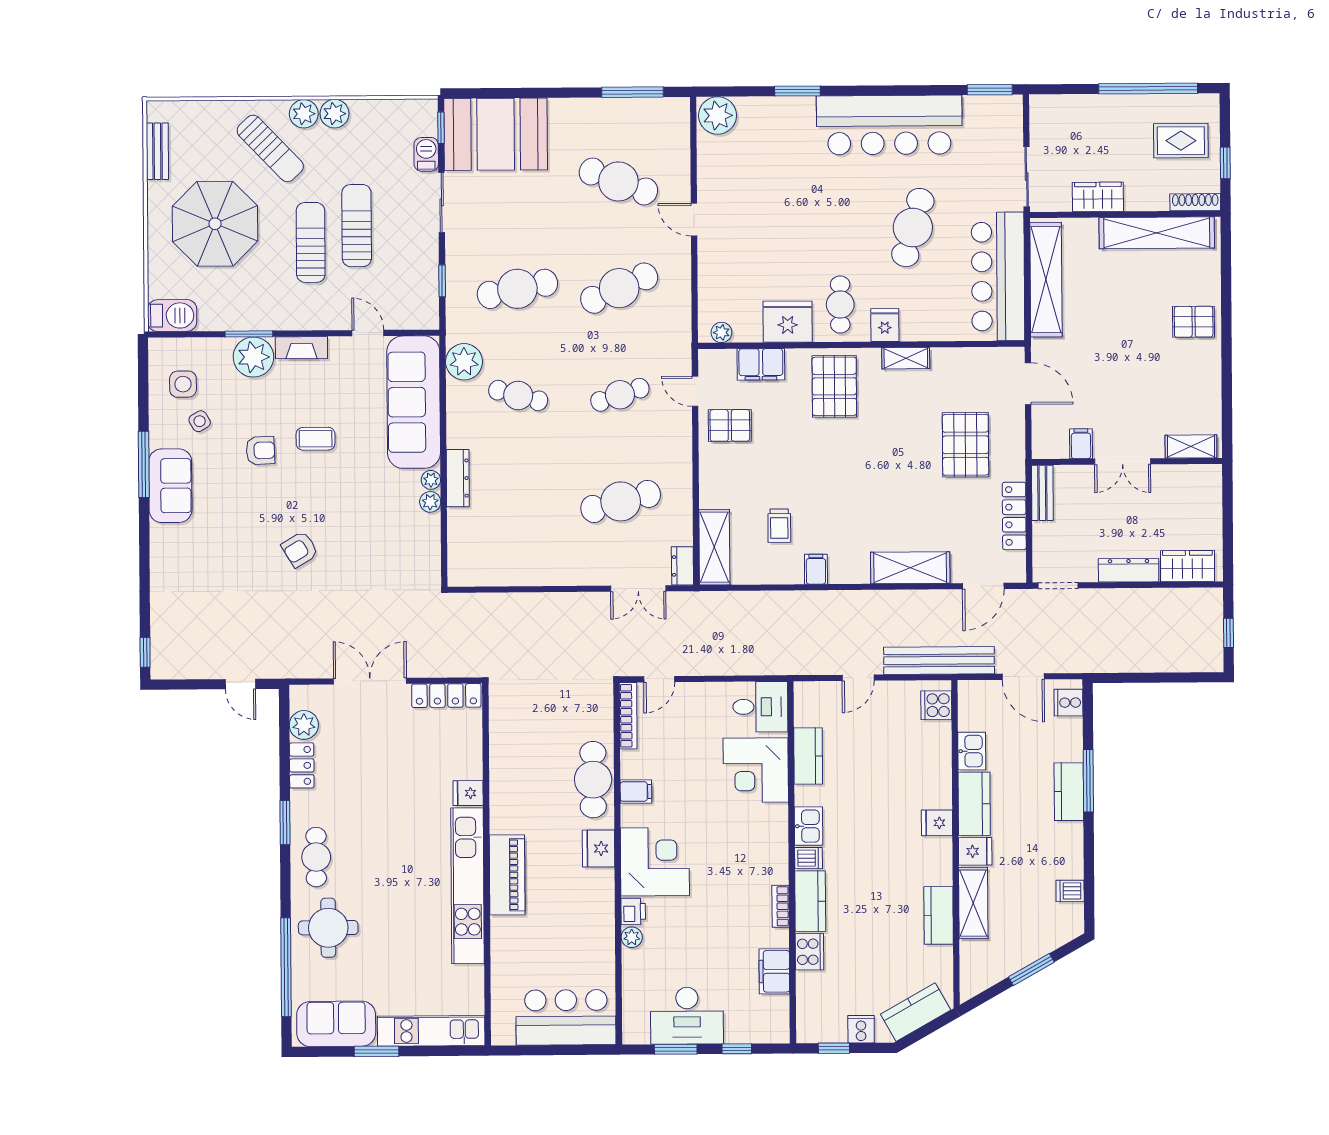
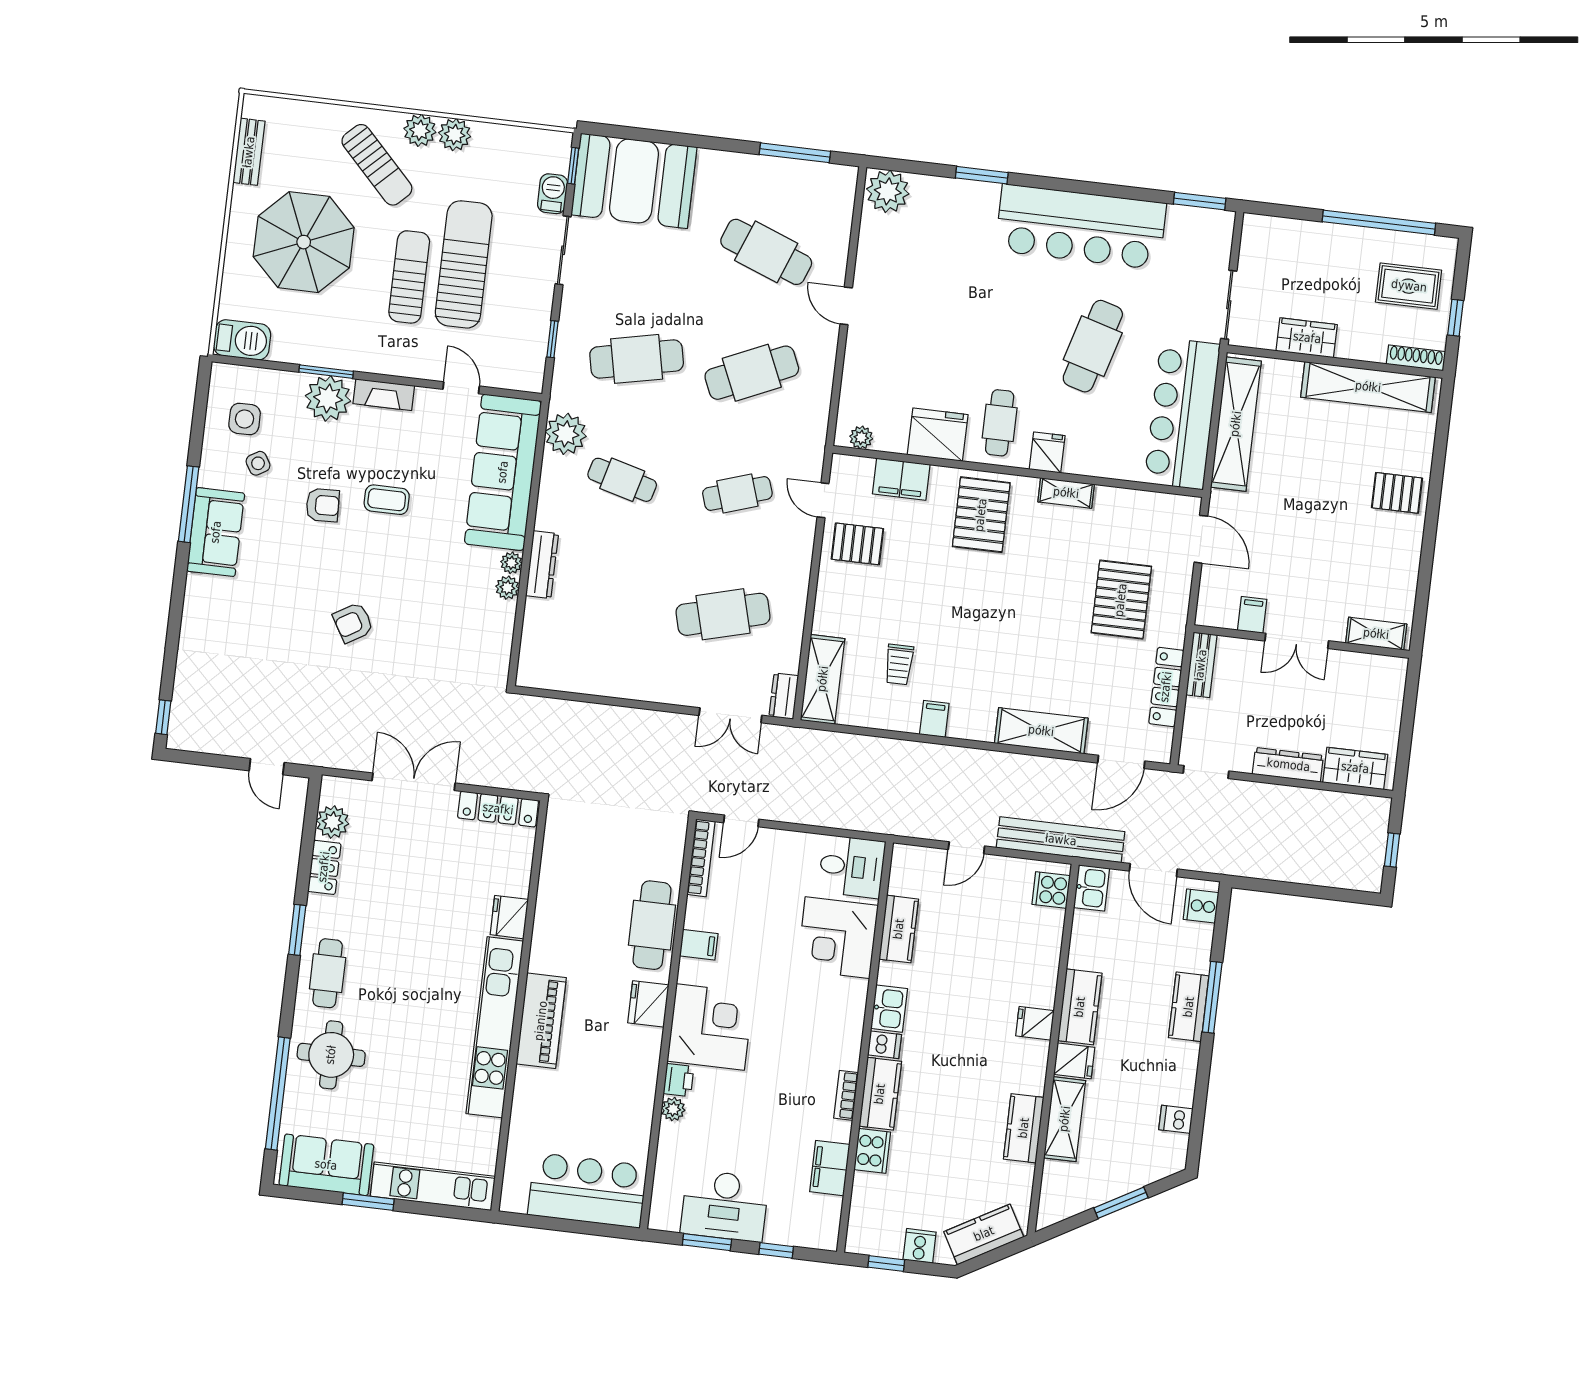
sun lounger: (357, 226) -> (464, 264), width x1.36, depth x1.34
kitchen sink: (972, 751) -> (1092, 888), moved
fridge: (468, 793) -> (509, 917), width x1.38

